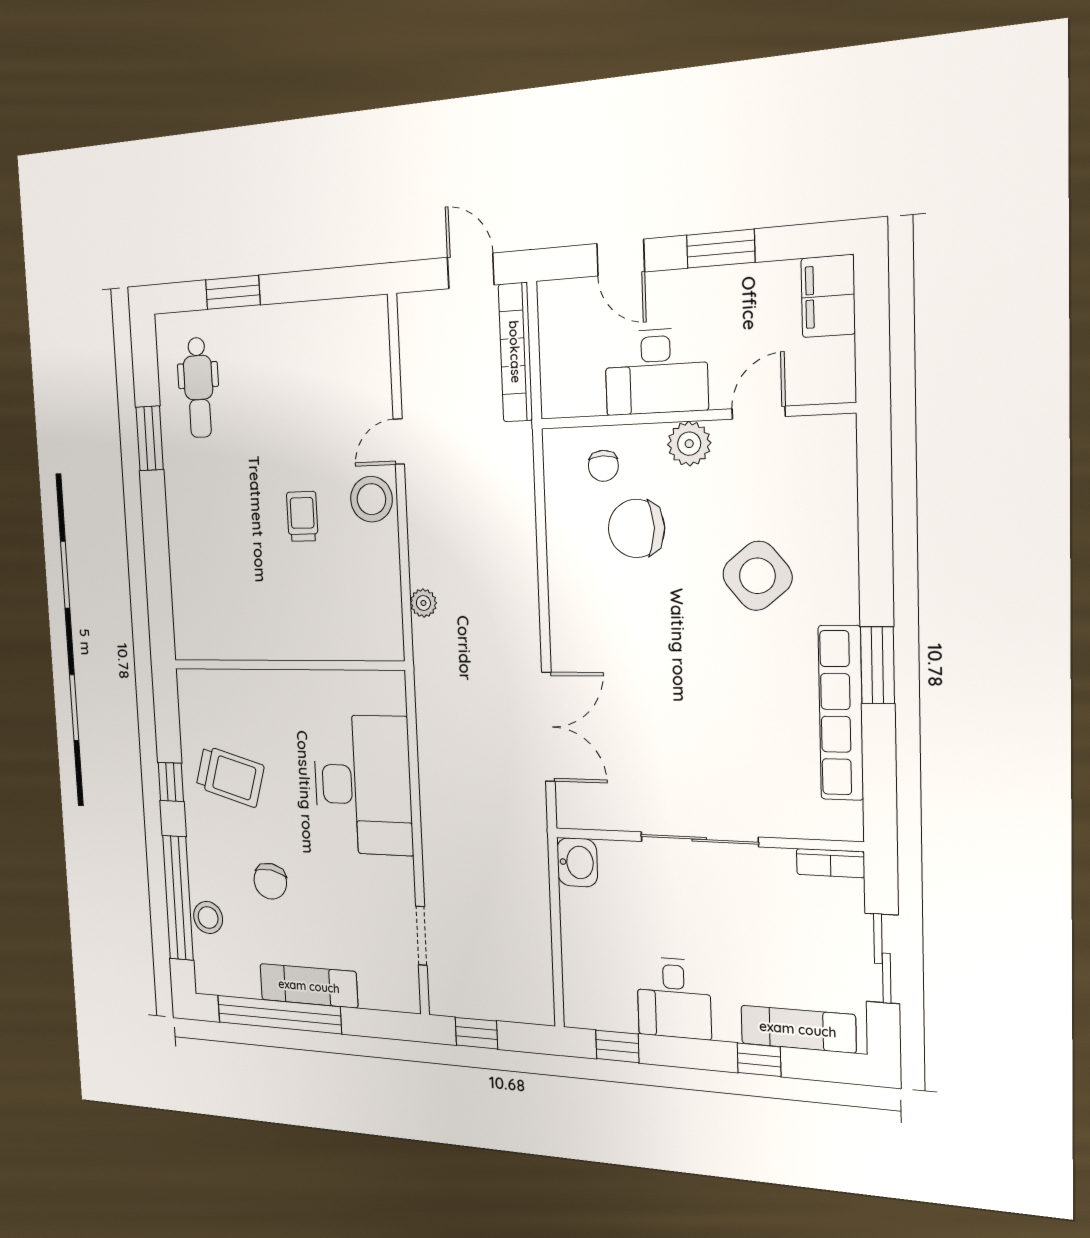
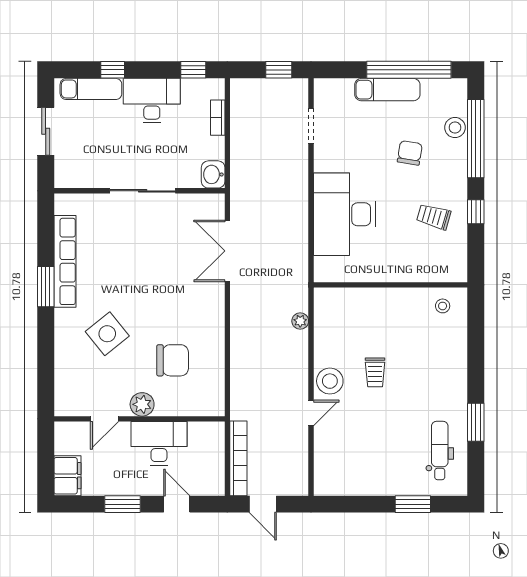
chair: (603, 466) -> (190, 395), removed
stool: (209, 630) -> (443, 306), added
trolley: (230, 776) -> (434, 217), width x0.73, depth x0.72
bookcase: (830, 863) -> (218, 118), moved, turned -90
desk: (674, 998) -> (152, 101), width x1.37

